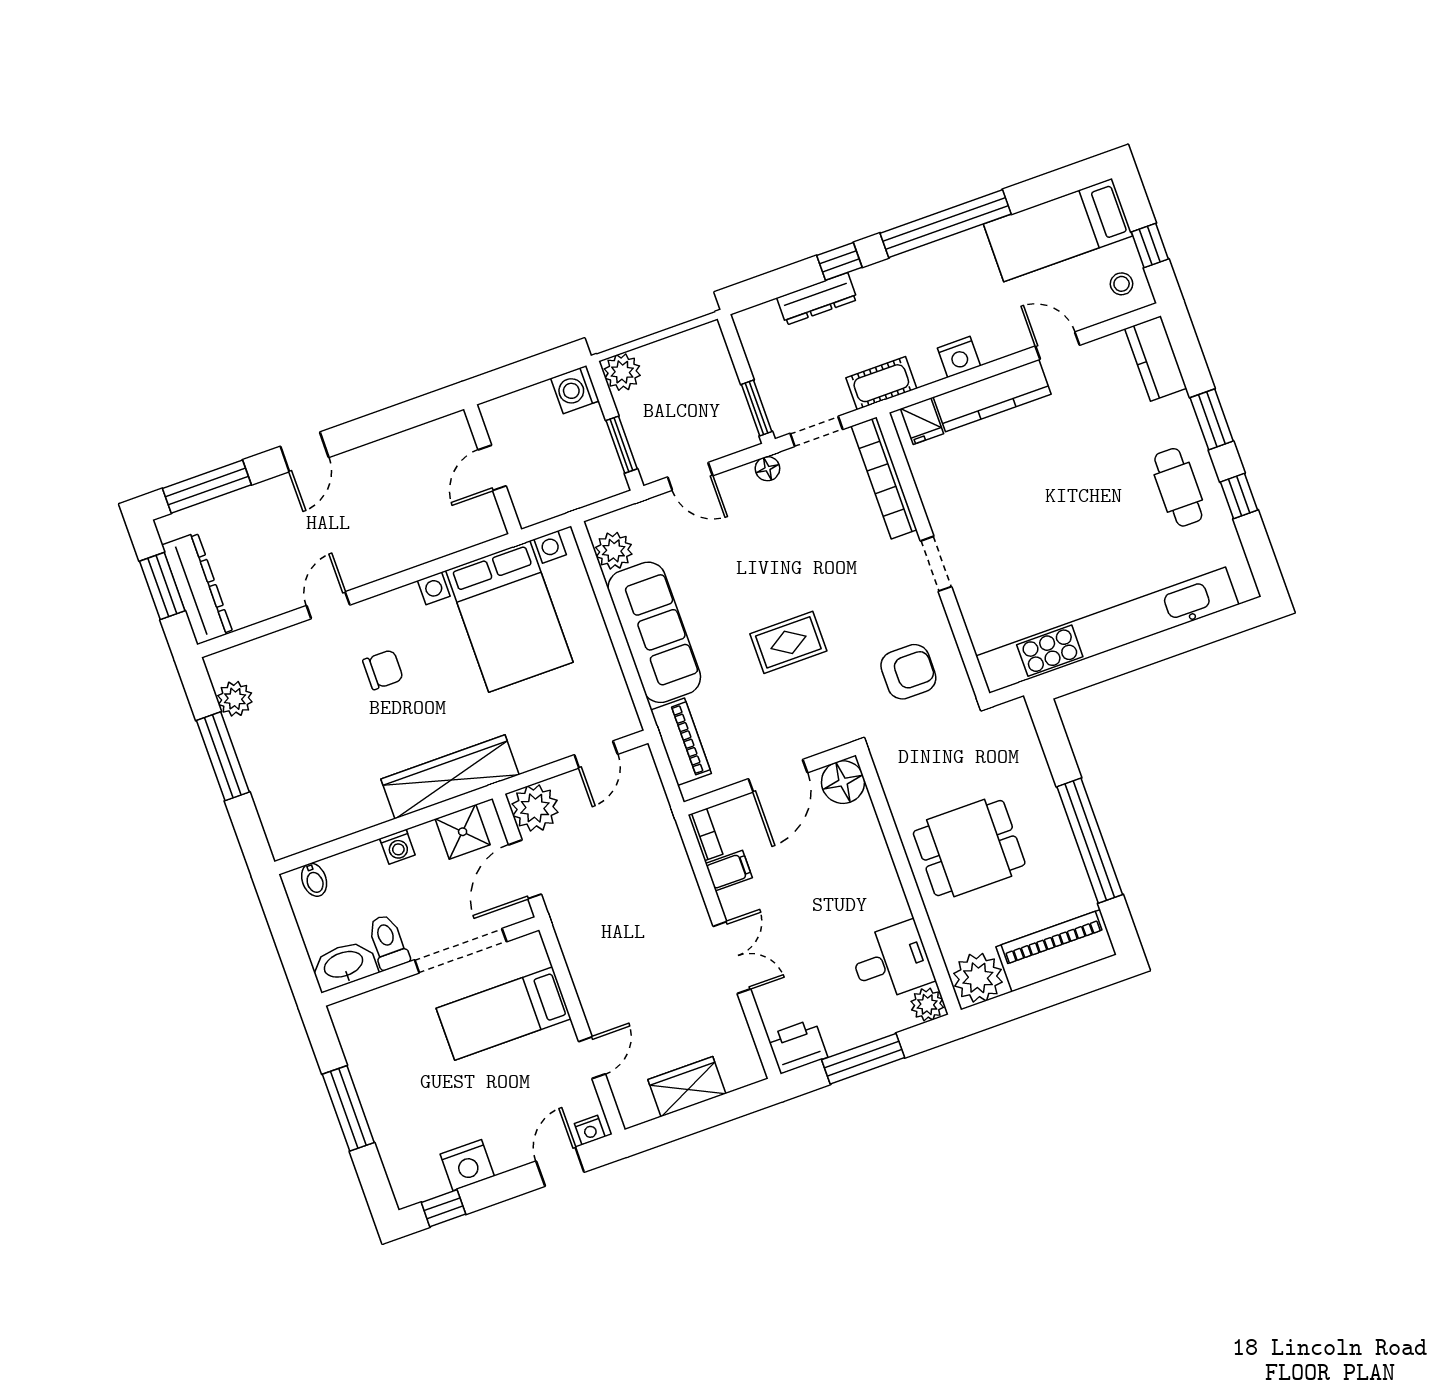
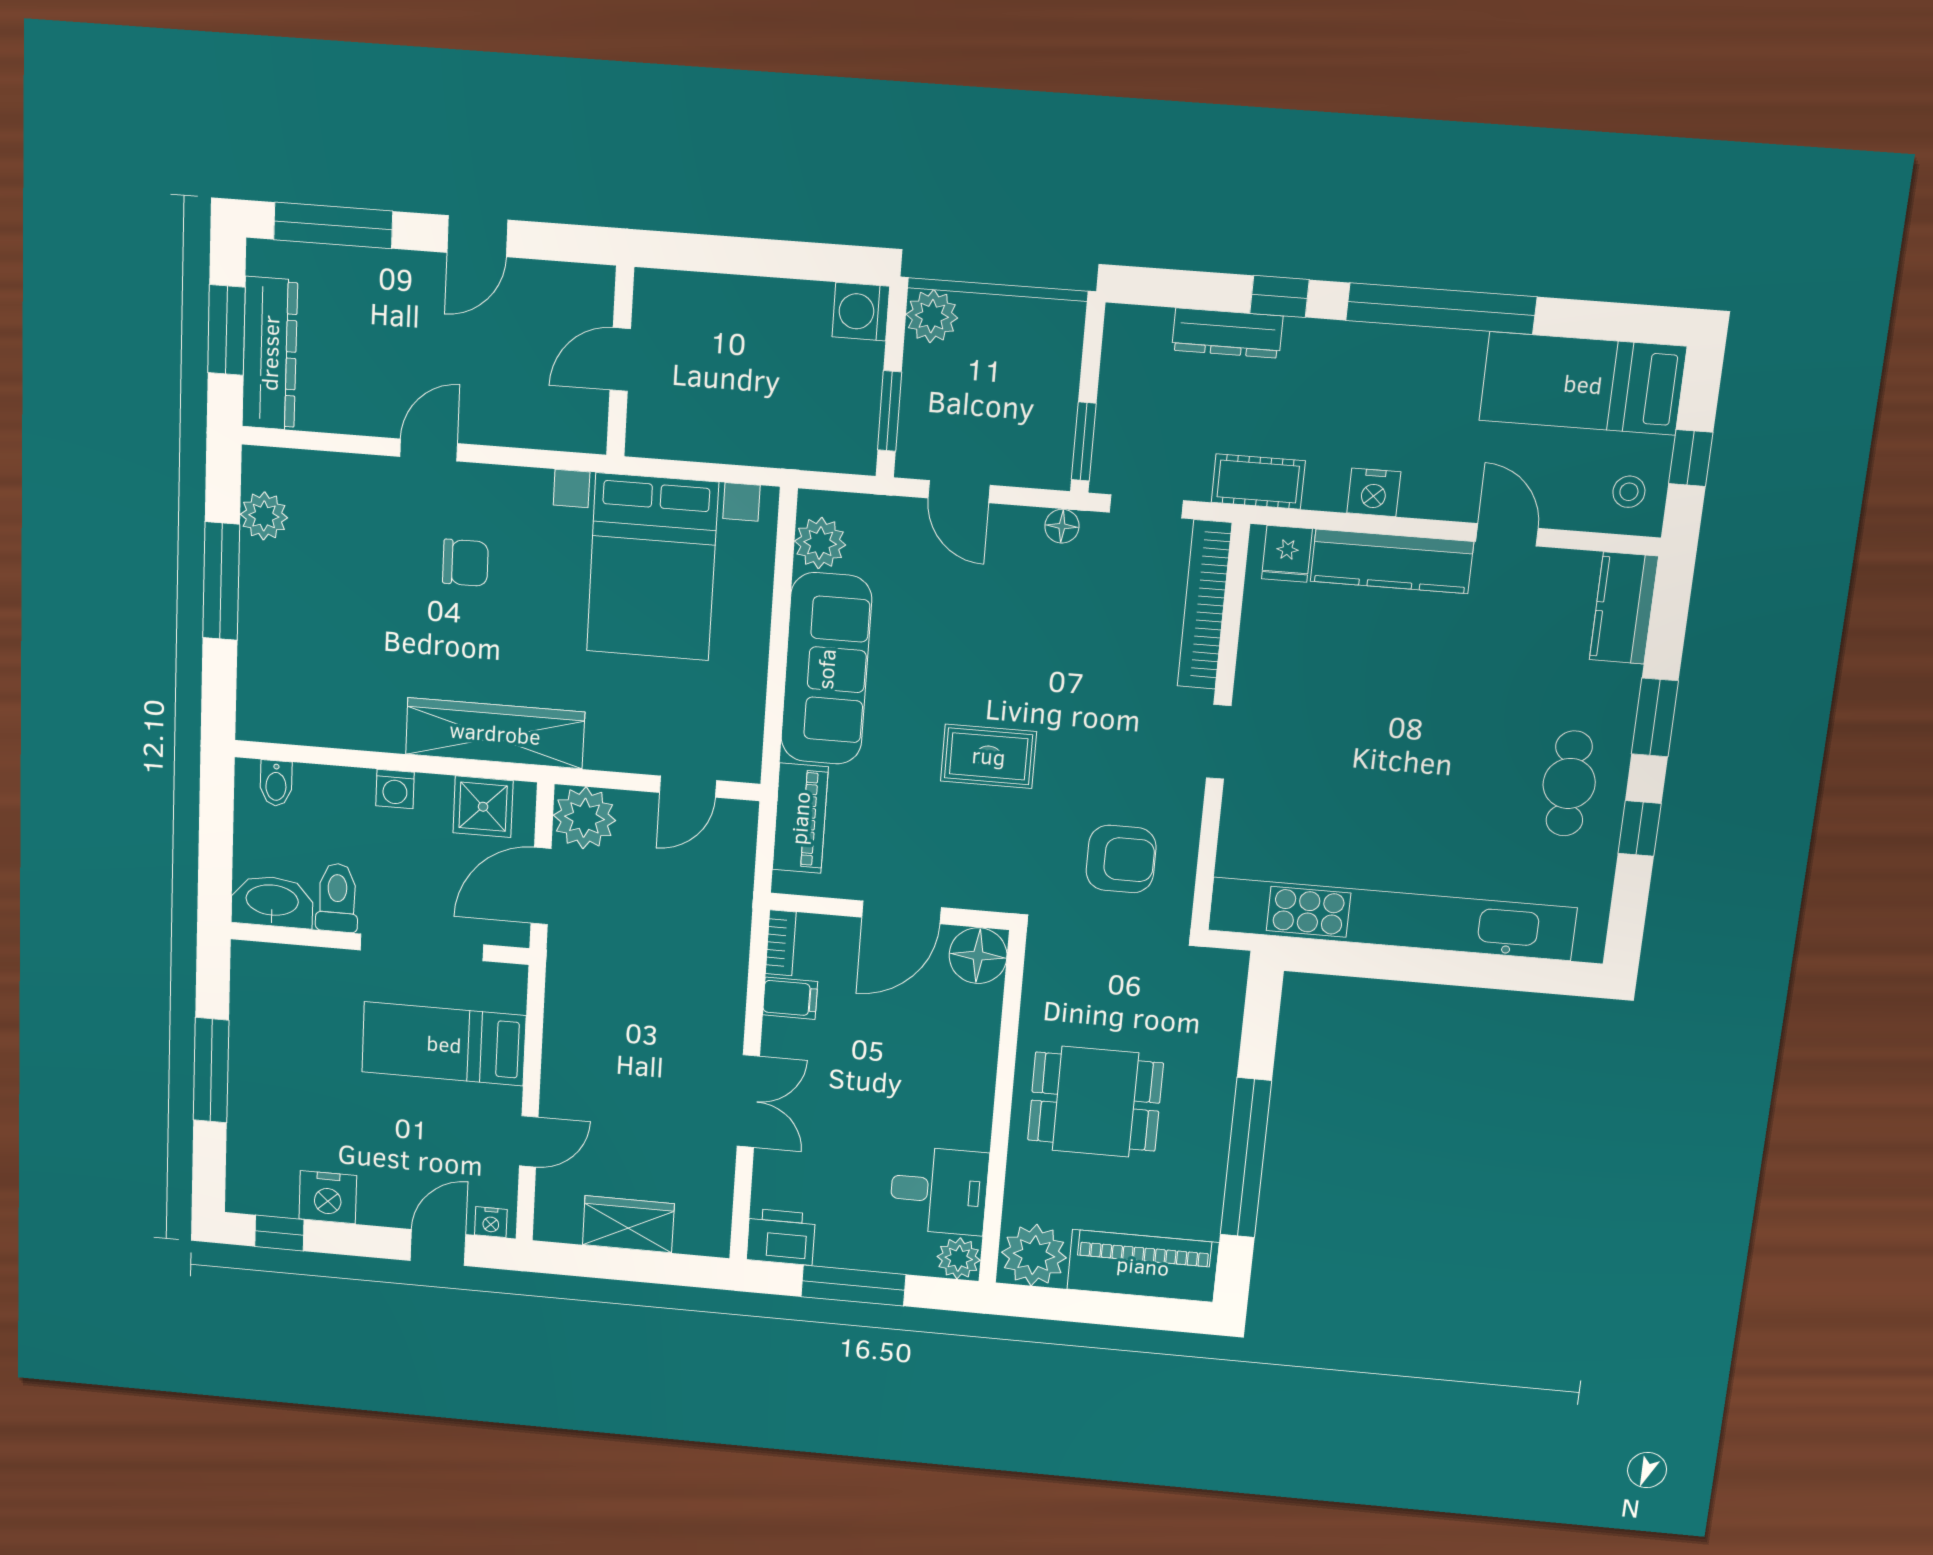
door: (492, 468) -> (620, 359), moved
wall: (493, 469) -> (620, 362), moved

